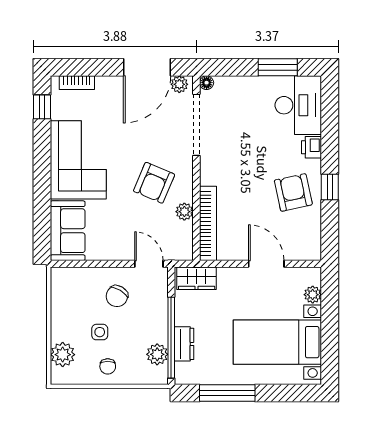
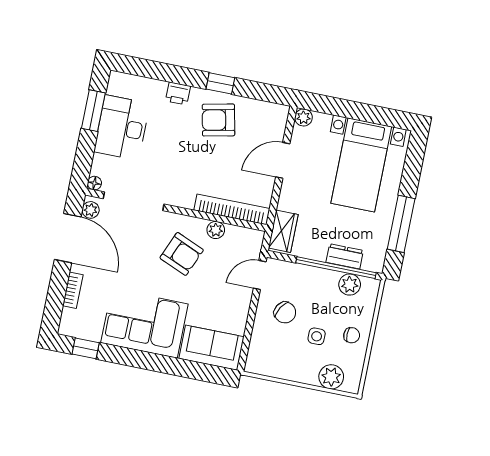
bookcase: (77, 83) -> (73, 290), moved
desk: (298, 105) -> (122, 128), moved, turned -90
plant: (313, 295) -> (303, 117), moved

